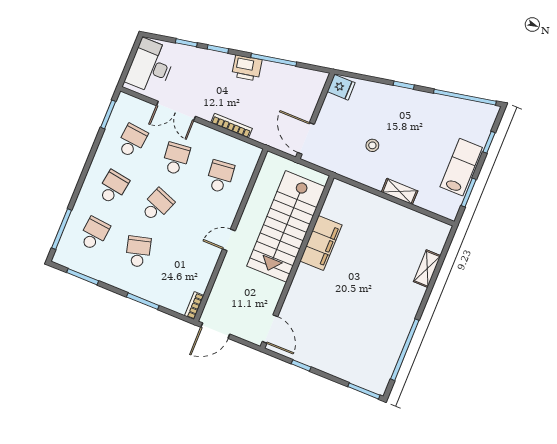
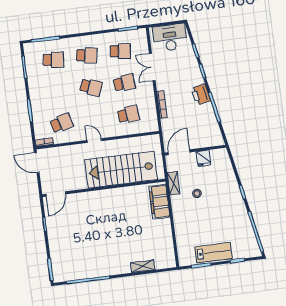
fridge: (341, 87) -> (204, 158), moved
shelving: (400, 191) -> (174, 183), moved
filing cabinet: (321, 243) -> (159, 202), moved, turned 90
school desk: (138, 252) -> (62, 123), moved

